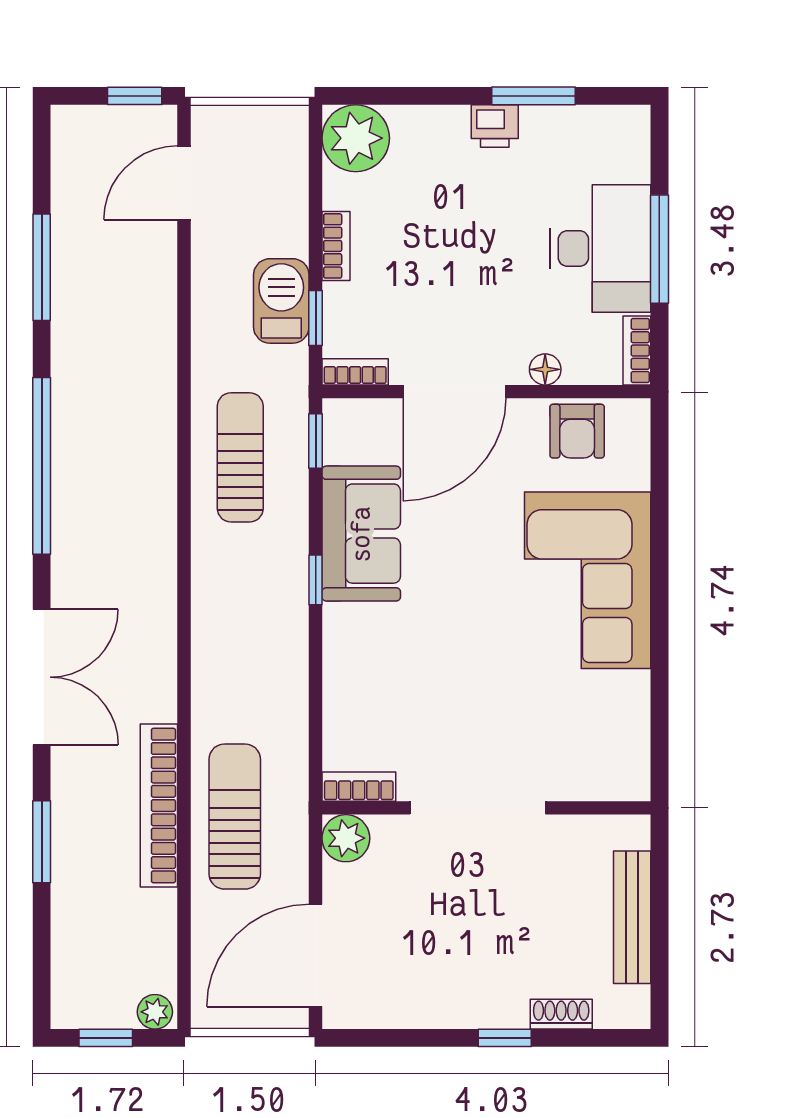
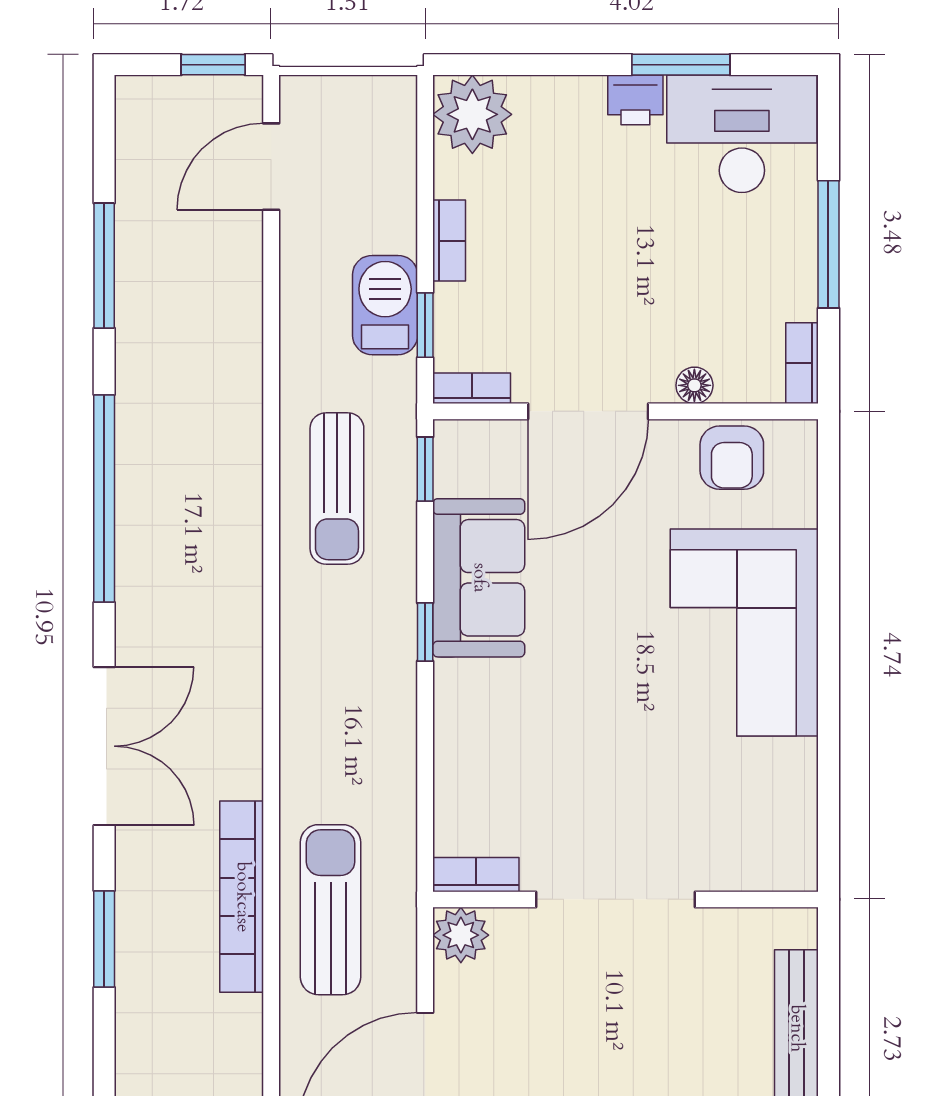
desk: (601, 249) -> (742, 134), moved, turned -90
sun lounger: (240, 457) -> (337, 488), turned 180

